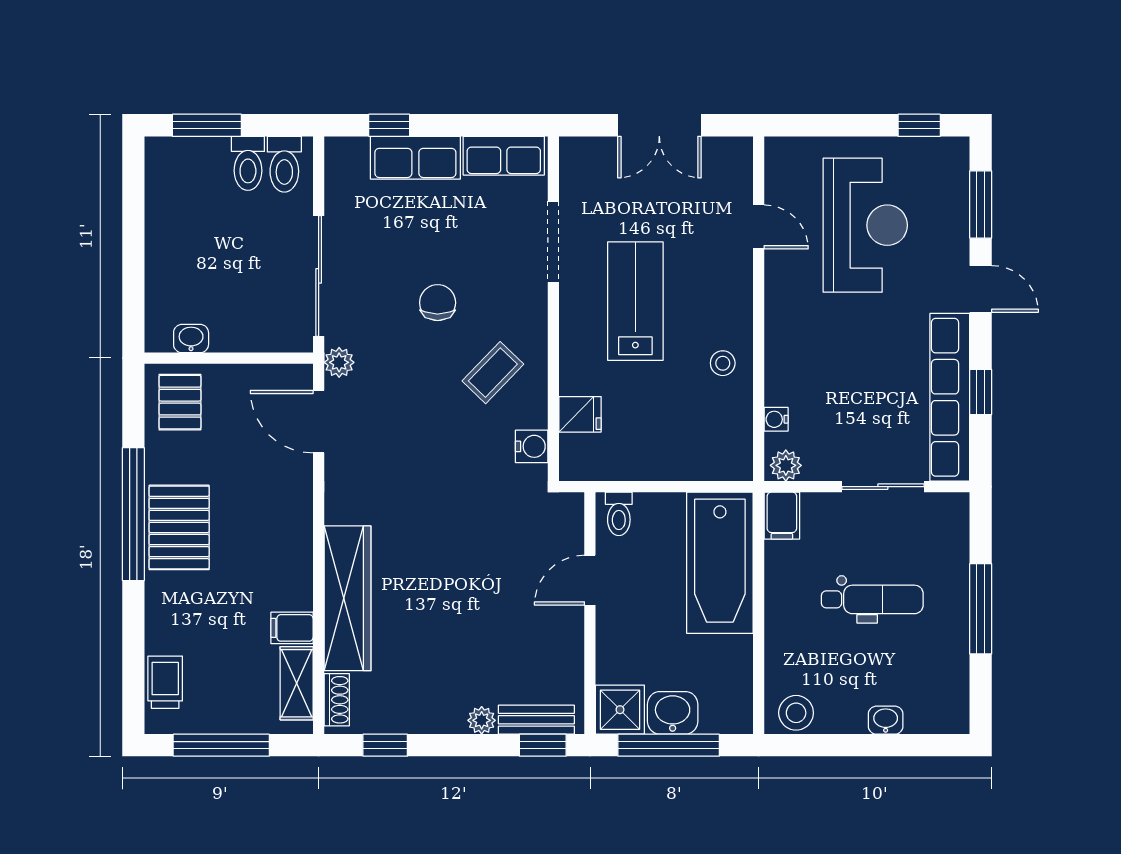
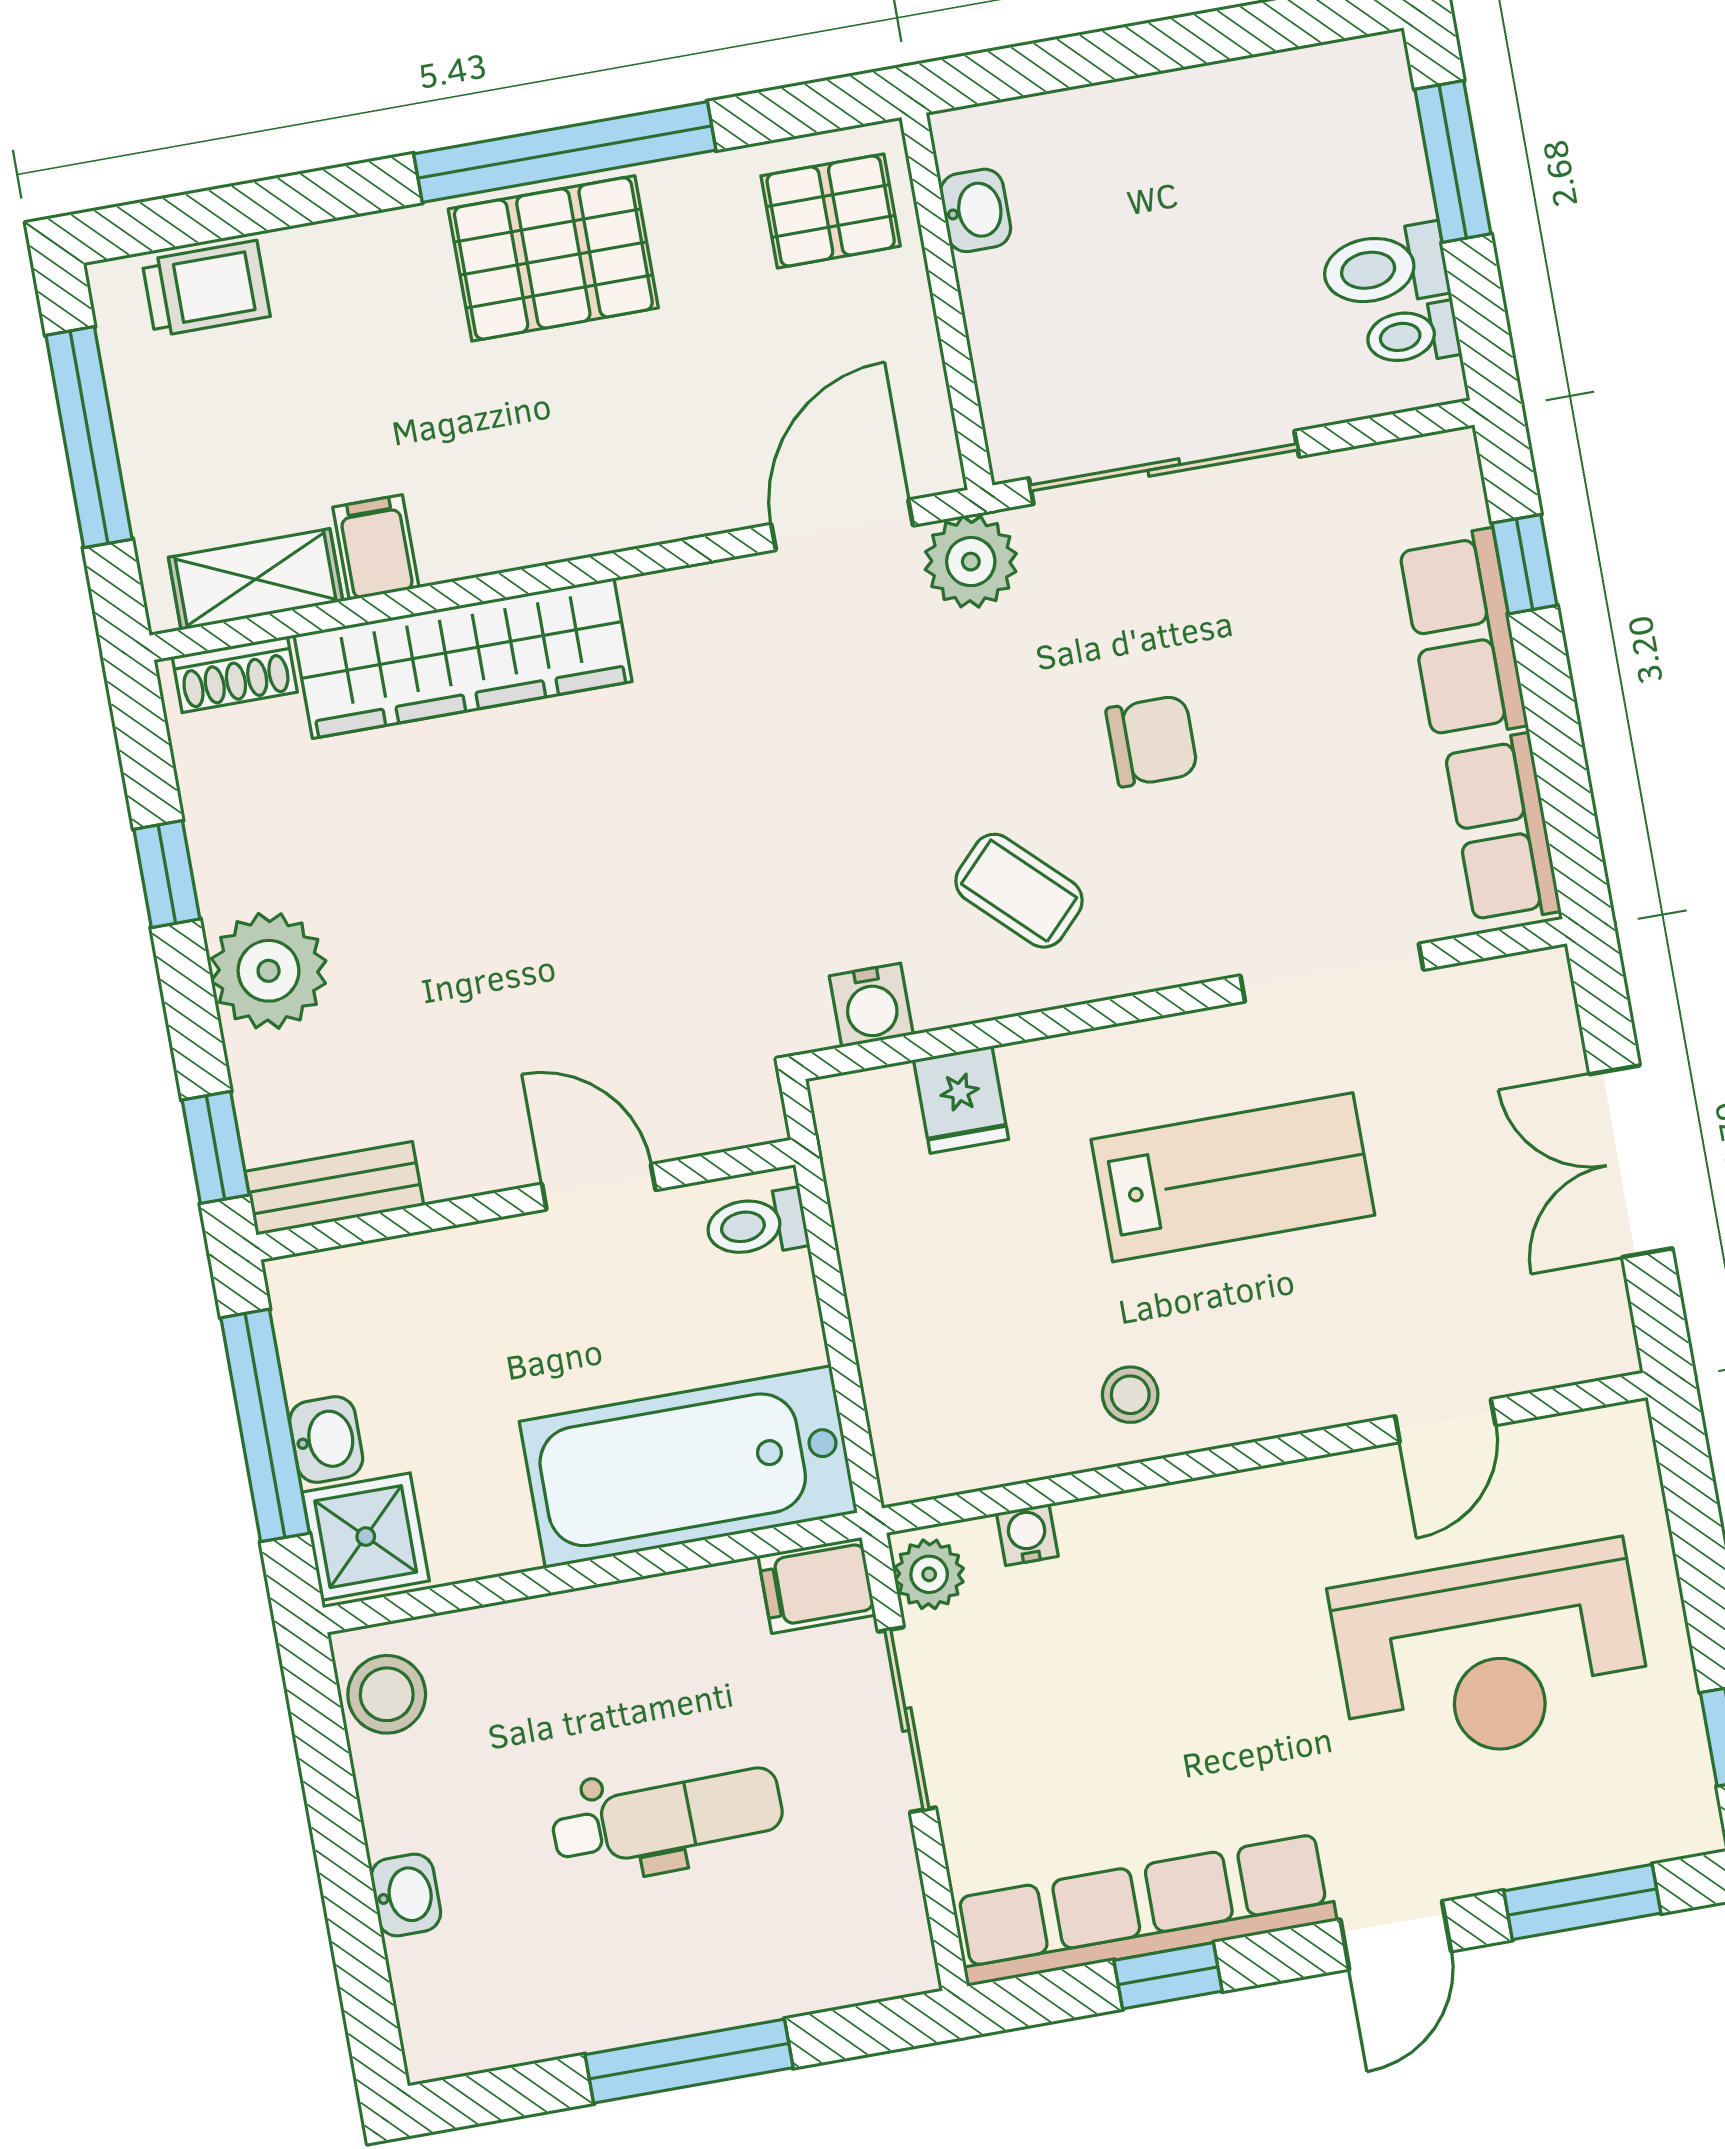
toilet: (284, 164) -> (1413, 335), width x0.73, depth x0.72
plant: (339, 362) -> (971, 562), width x1.38, depth x1.38
sliding door: (883, 487) -> (907, 1720), moved
dental chair: (872, 599) -> (667, 1818), turned -91
shower: (620, 710) -> (366, 1537), moved
washbasin: (673, 713) -> (326, 1440), width x0.72, depth x0.69
plant: (482, 720) -> (269, 971), width x1.88, depth x1.88
bench: (536, 720) -> (334, 1188), moved, turned 90
window: (385, 745) -> (167, 874), moved

